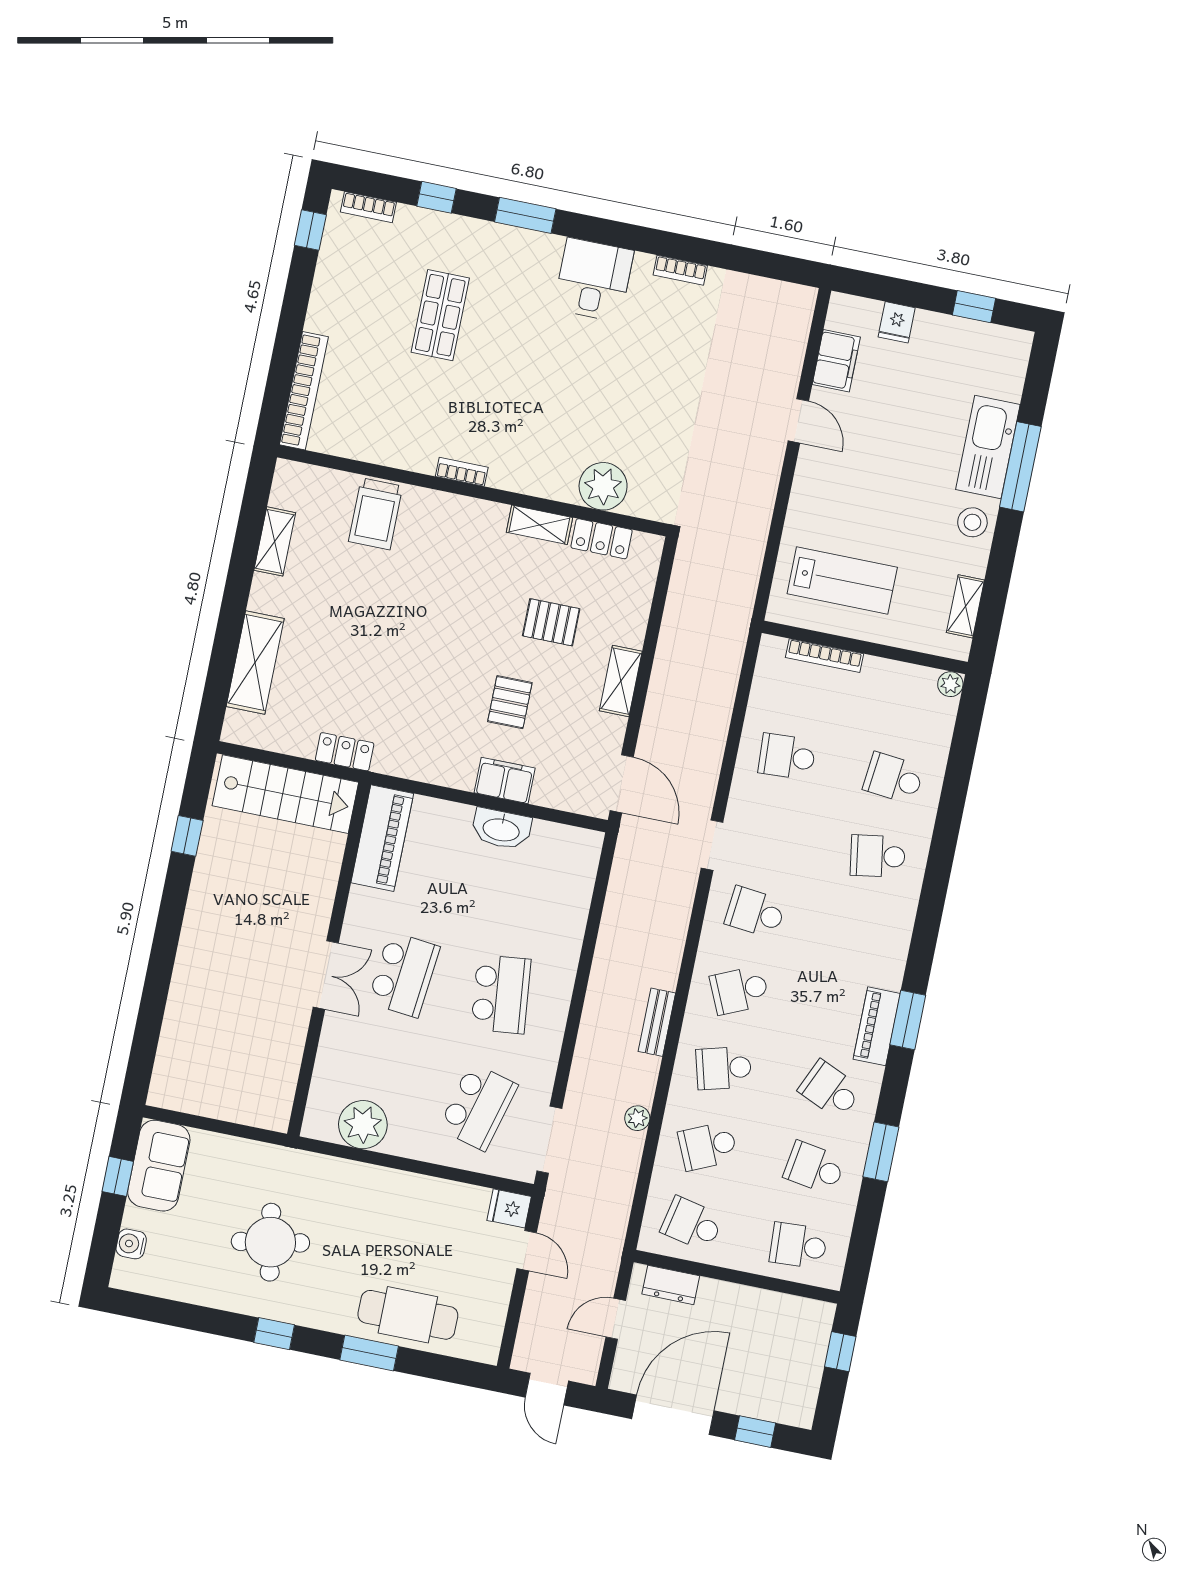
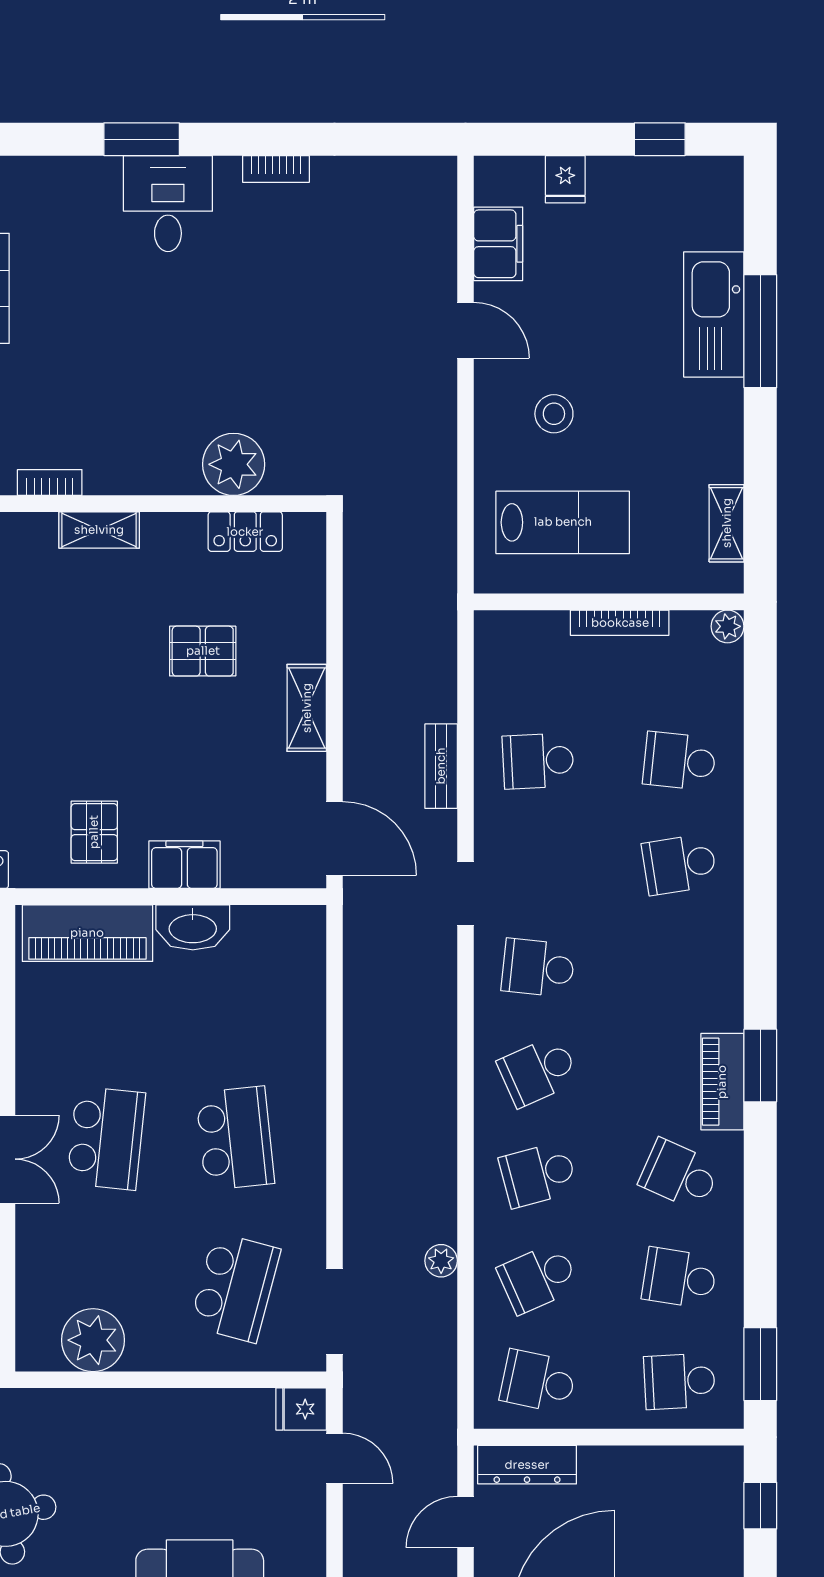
window: (525, 215) -> (142, 139), moved
stool: (972, 522) -> (554, 414), moved
shelving: (539, 525) -> (99, 530), moved
bookcase: (825, 656) -> (620, 623), moved
pallet: (510, 702) -> (94, 832), moved
piano: (382, 838) -> (87, 933), moved, turned 90
bench: (657, 1022) -> (441, 766), moved
window: (881, 1152) -> (760, 1364), moved
dresser: (671, 1285) -> (527, 1465), width x1.44

